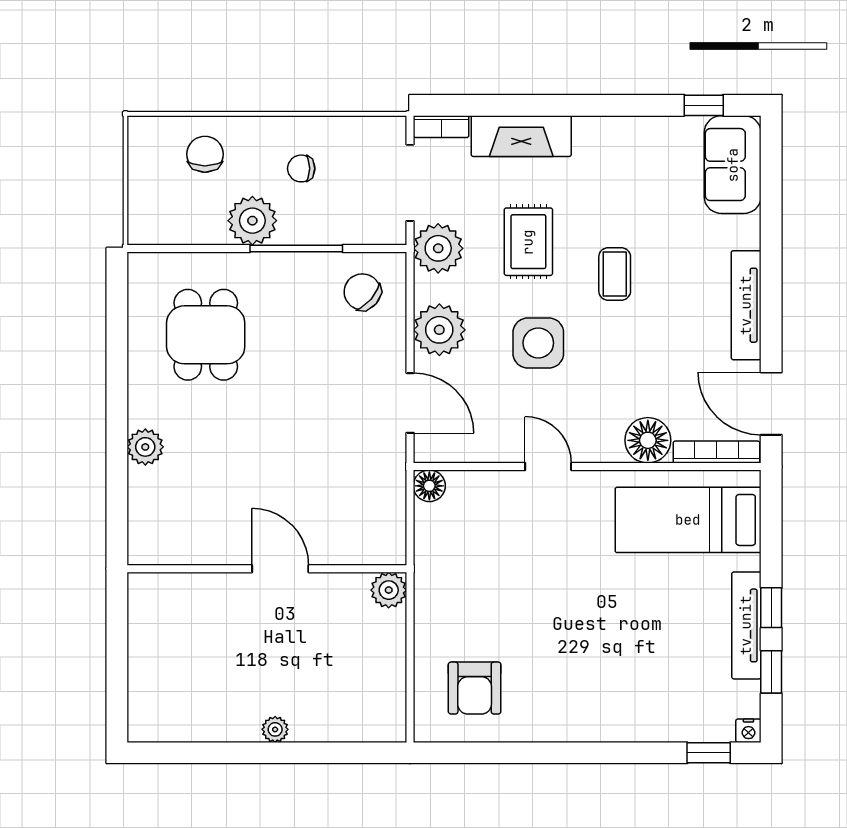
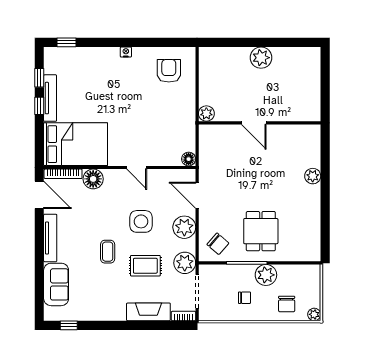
plant: (142, 130) -> (314, 314), added
sofa: (733, 165) -> (56, 284), moved
rug: (528, 242) -> (145, 266), turned 90
dining table: (206, 335) -> (261, 231), moved
bed: (688, 520) -> (76, 144), width x1.50
plant: (275, 729) -> (261, 58), width x1.88, depth x1.88
nightstand: (748, 731) -> (126, 52), moved

